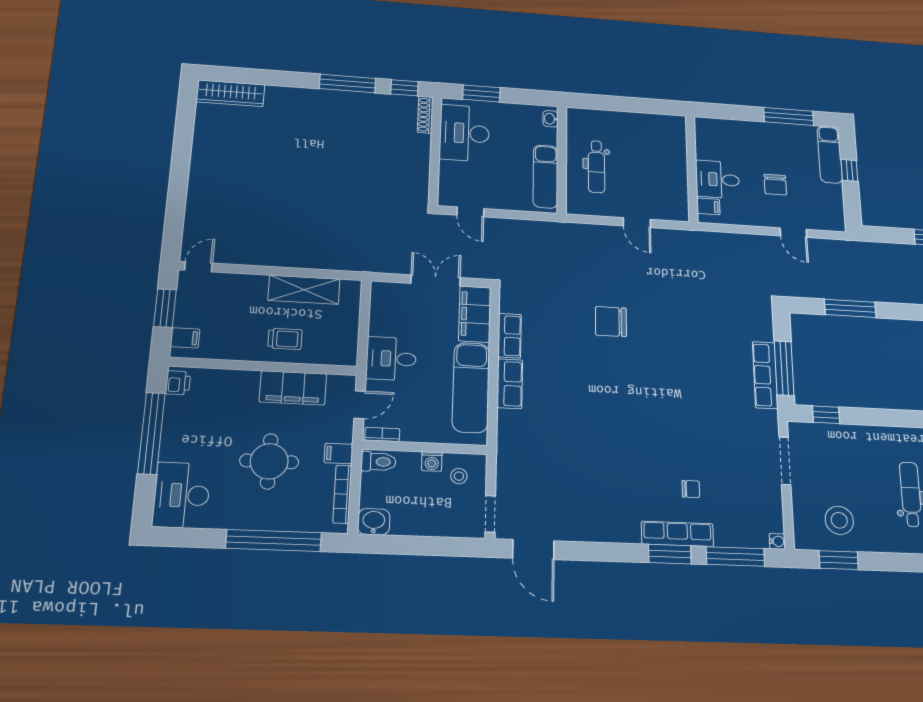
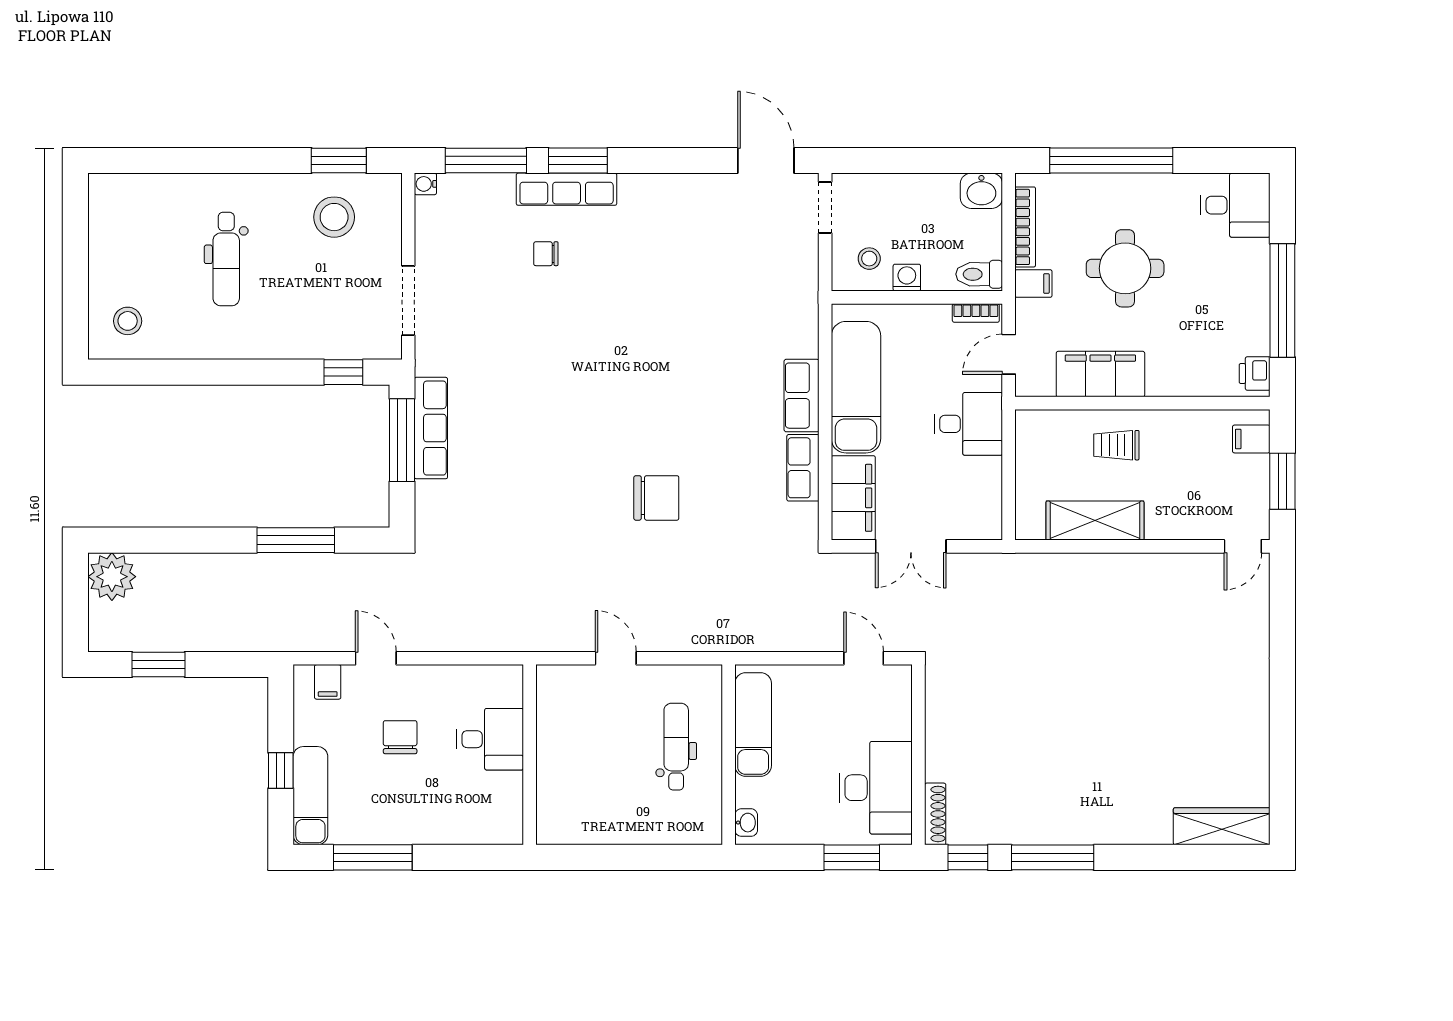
filing cabinet: (708, 206) -> (328, 682), moved, turned -90
desk: (182, 495) -> (1235, 205), width x0.73

